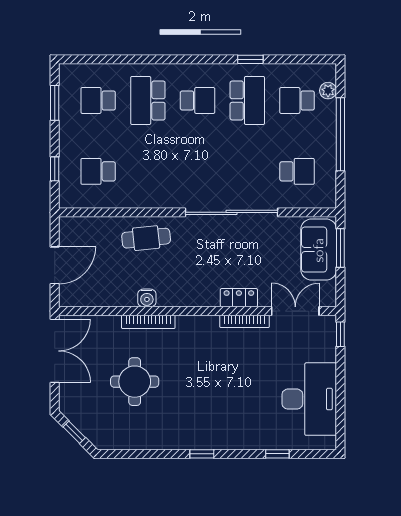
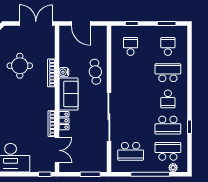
school desk: (297, 100) -> (168, 151), width x1.85
school desk: (297, 171) -> (131, 151), width x1.85
sofa: (319, 250) -> (68, 94), moved, turned 90
double door: (55, 351) -> (36, 24), swing flipped

